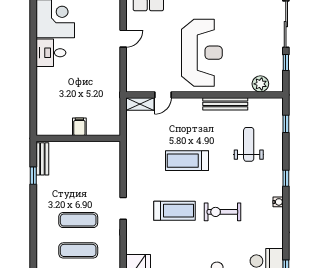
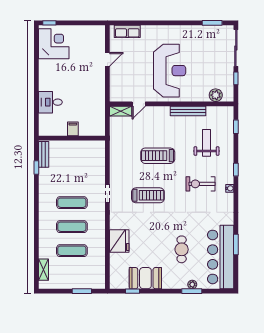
desk: (51, 53) -> (50, 102), moved
exercise bike: (222, 212) -> (200, 184), moved

